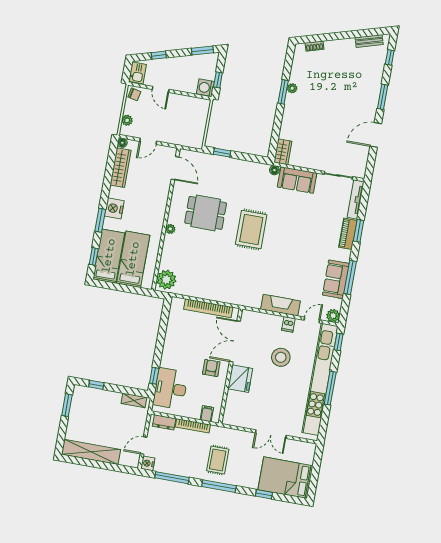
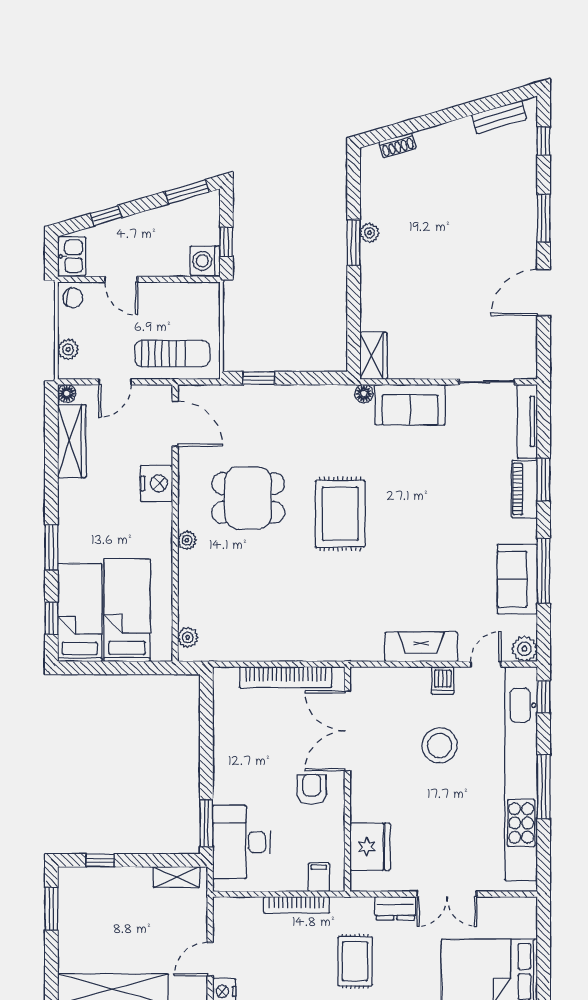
sun lounger: (180, 132) -> (172, 354), added
nightstand: (114, 208) -> (156, 483), moved, turned 180
plant: (166, 280) -> (188, 637), width x0.53, depth x0.53
window: (154, 376) -> (206, 823), width x1.50
fridge: (240, 379) -> (370, 847), moved
dresser: (164, 422) -> (395, 908), moved

